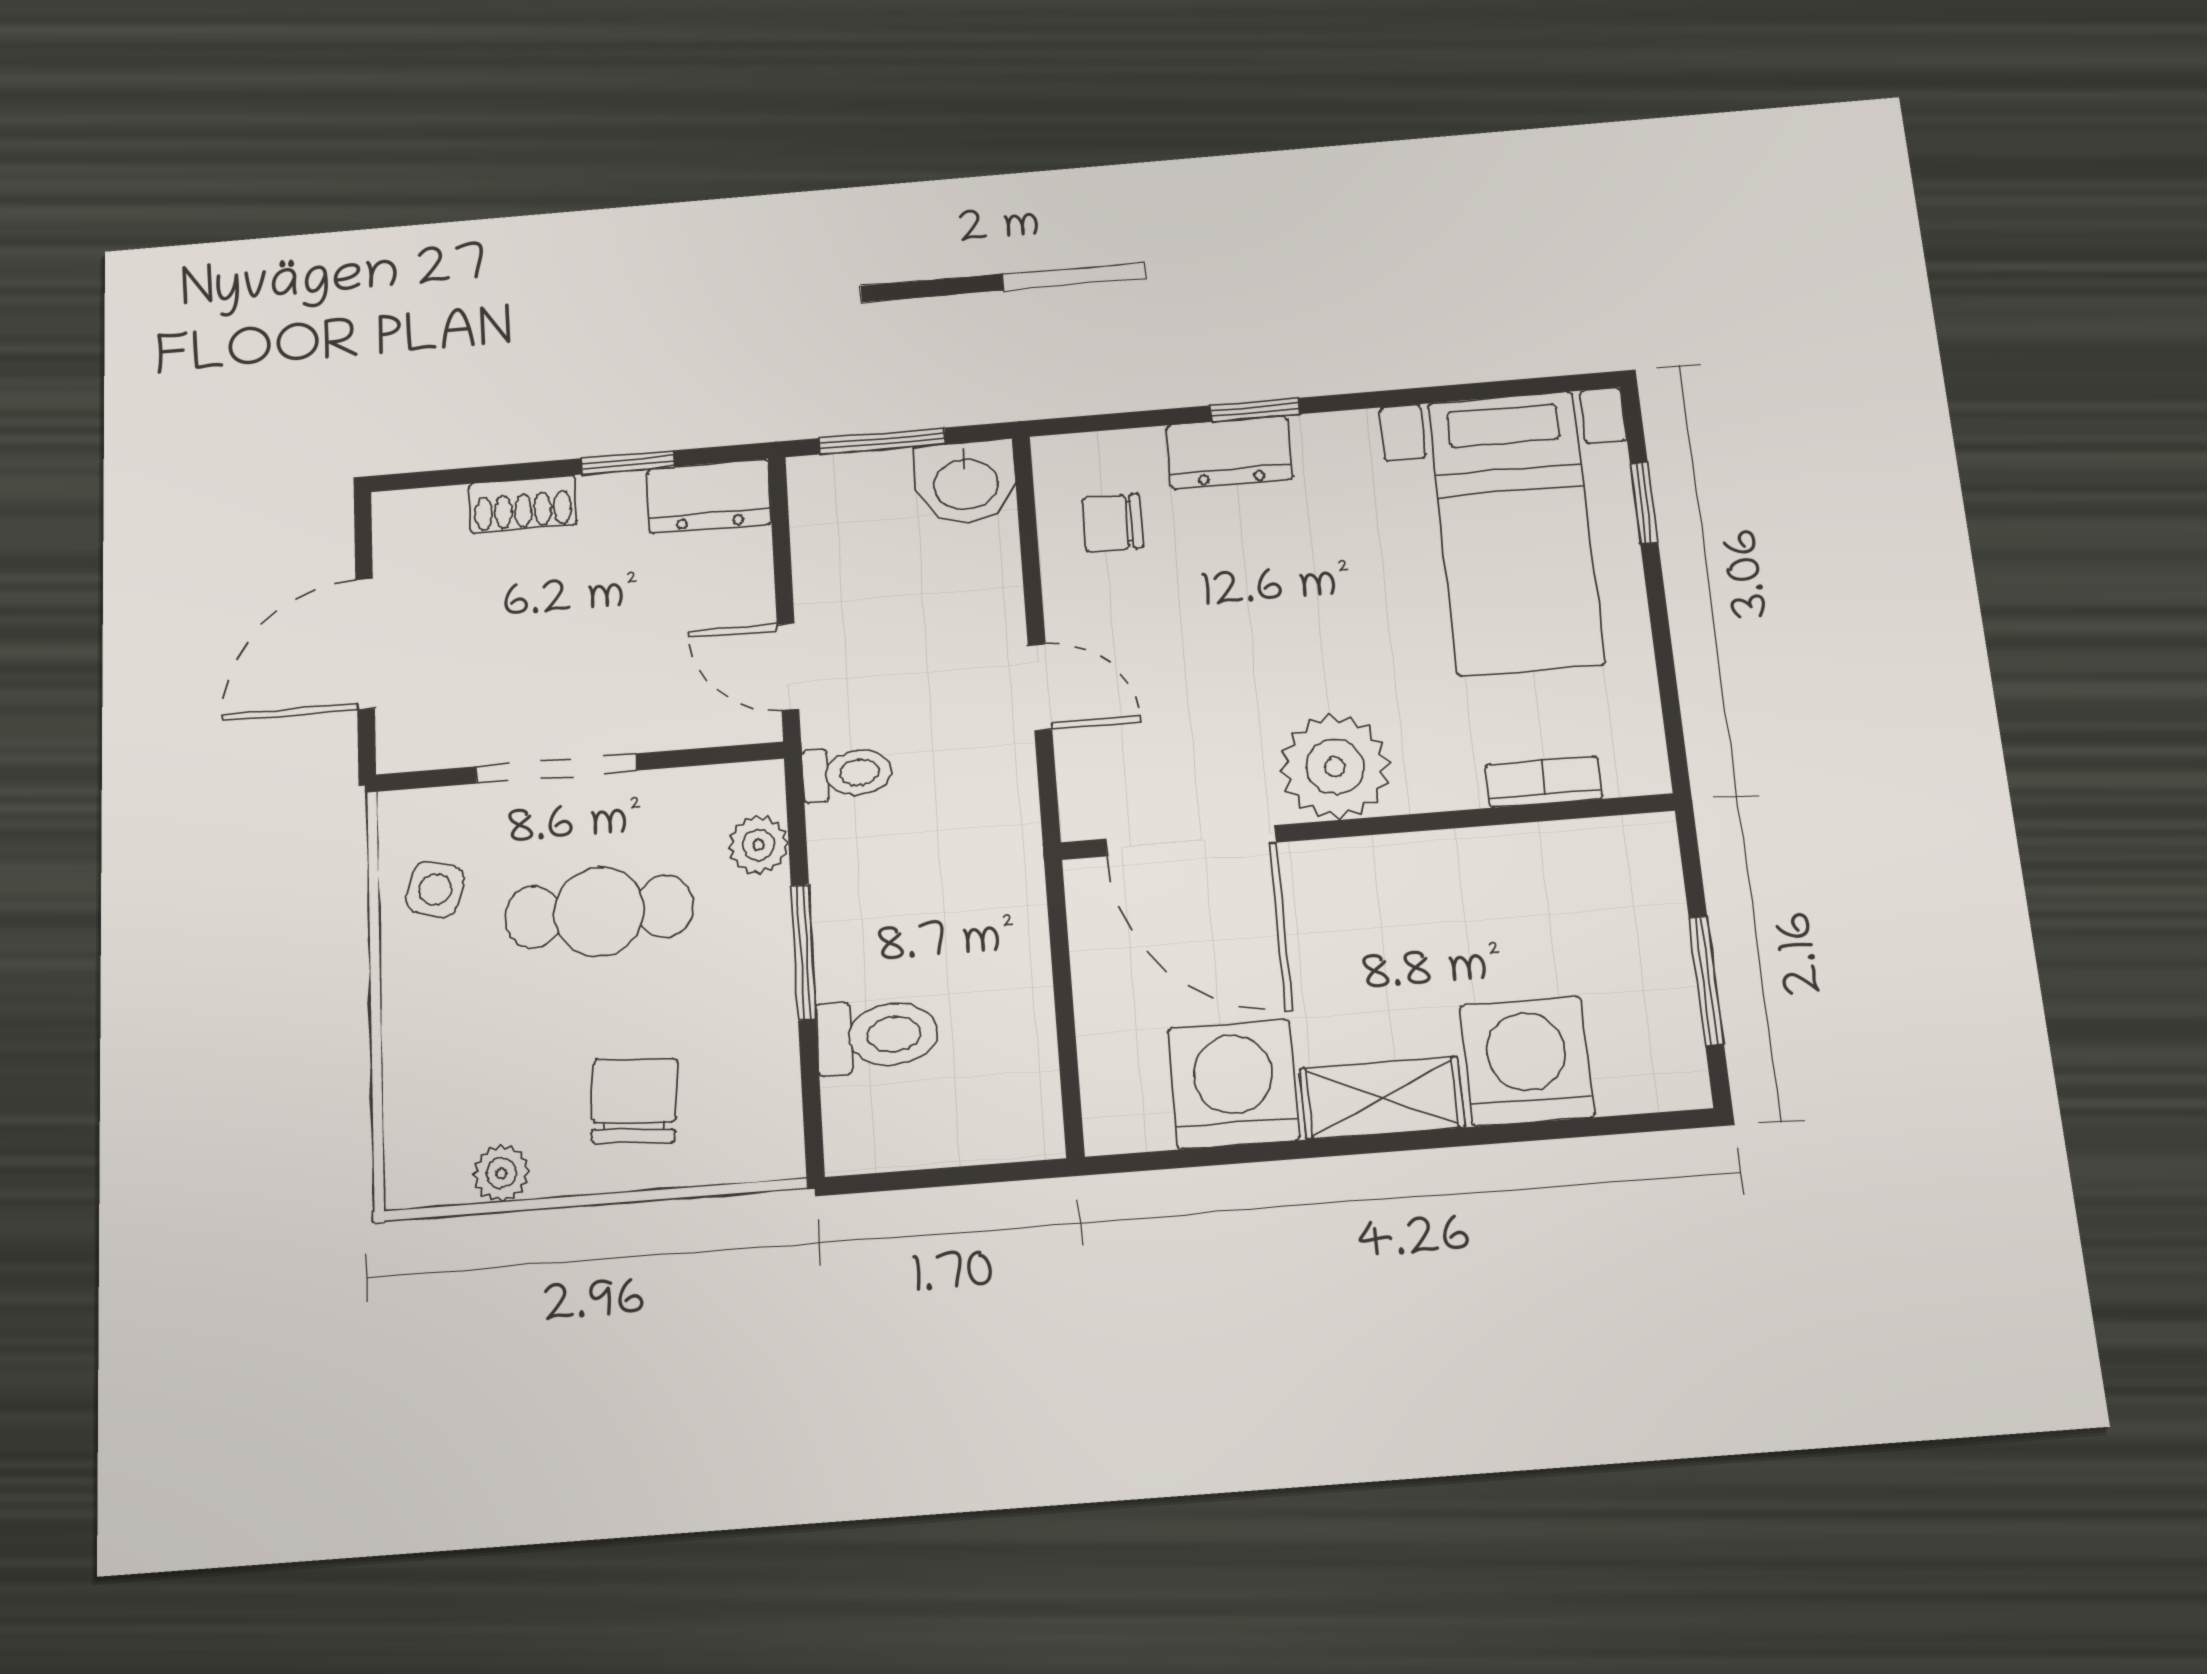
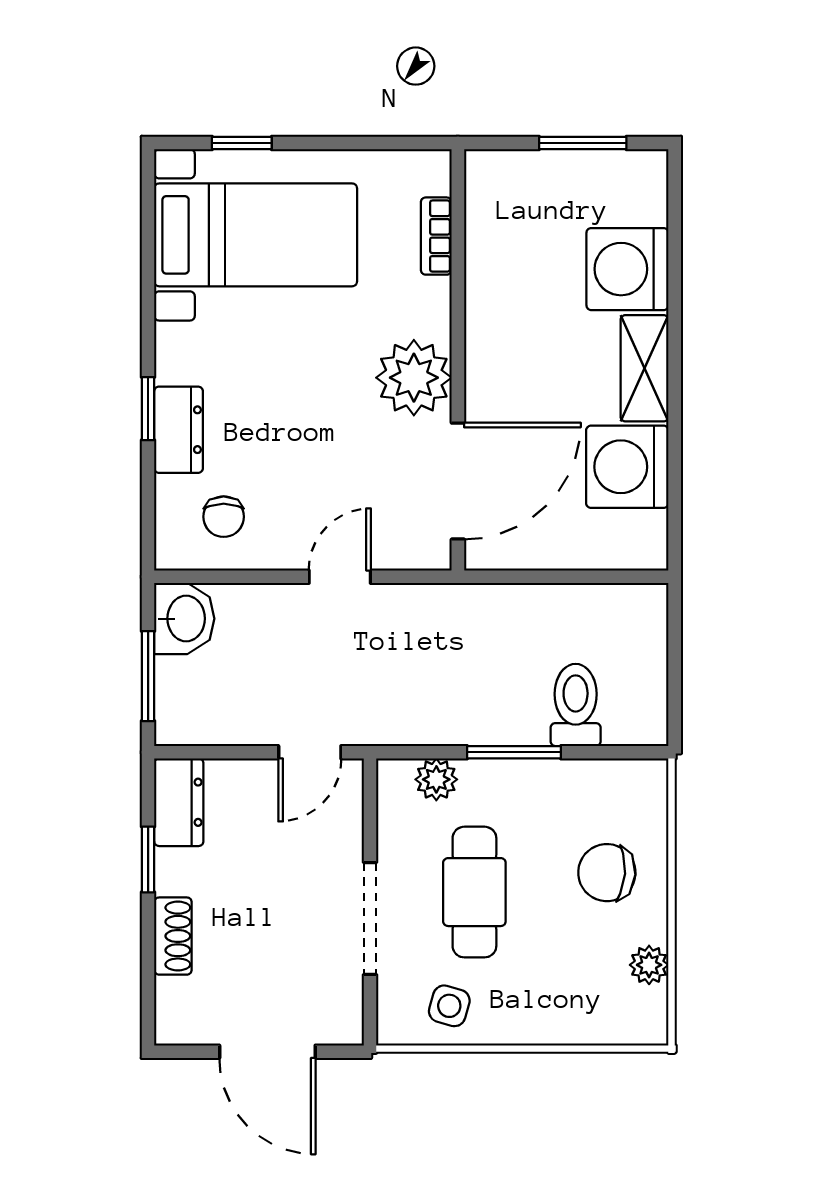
toilet: (847, 773) -> (391, 715), removed

